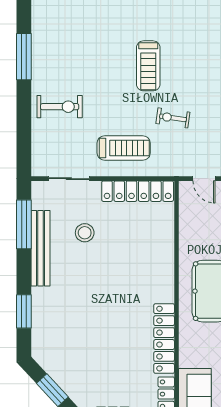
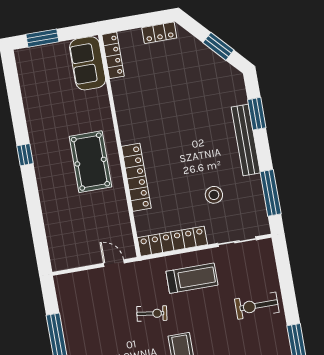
treadmill: (124, 148) -> (192, 278), turned 180
bench: (41, 248) -> (246, 140), moved
locker: (164, 339) -> (136, 177), moved

